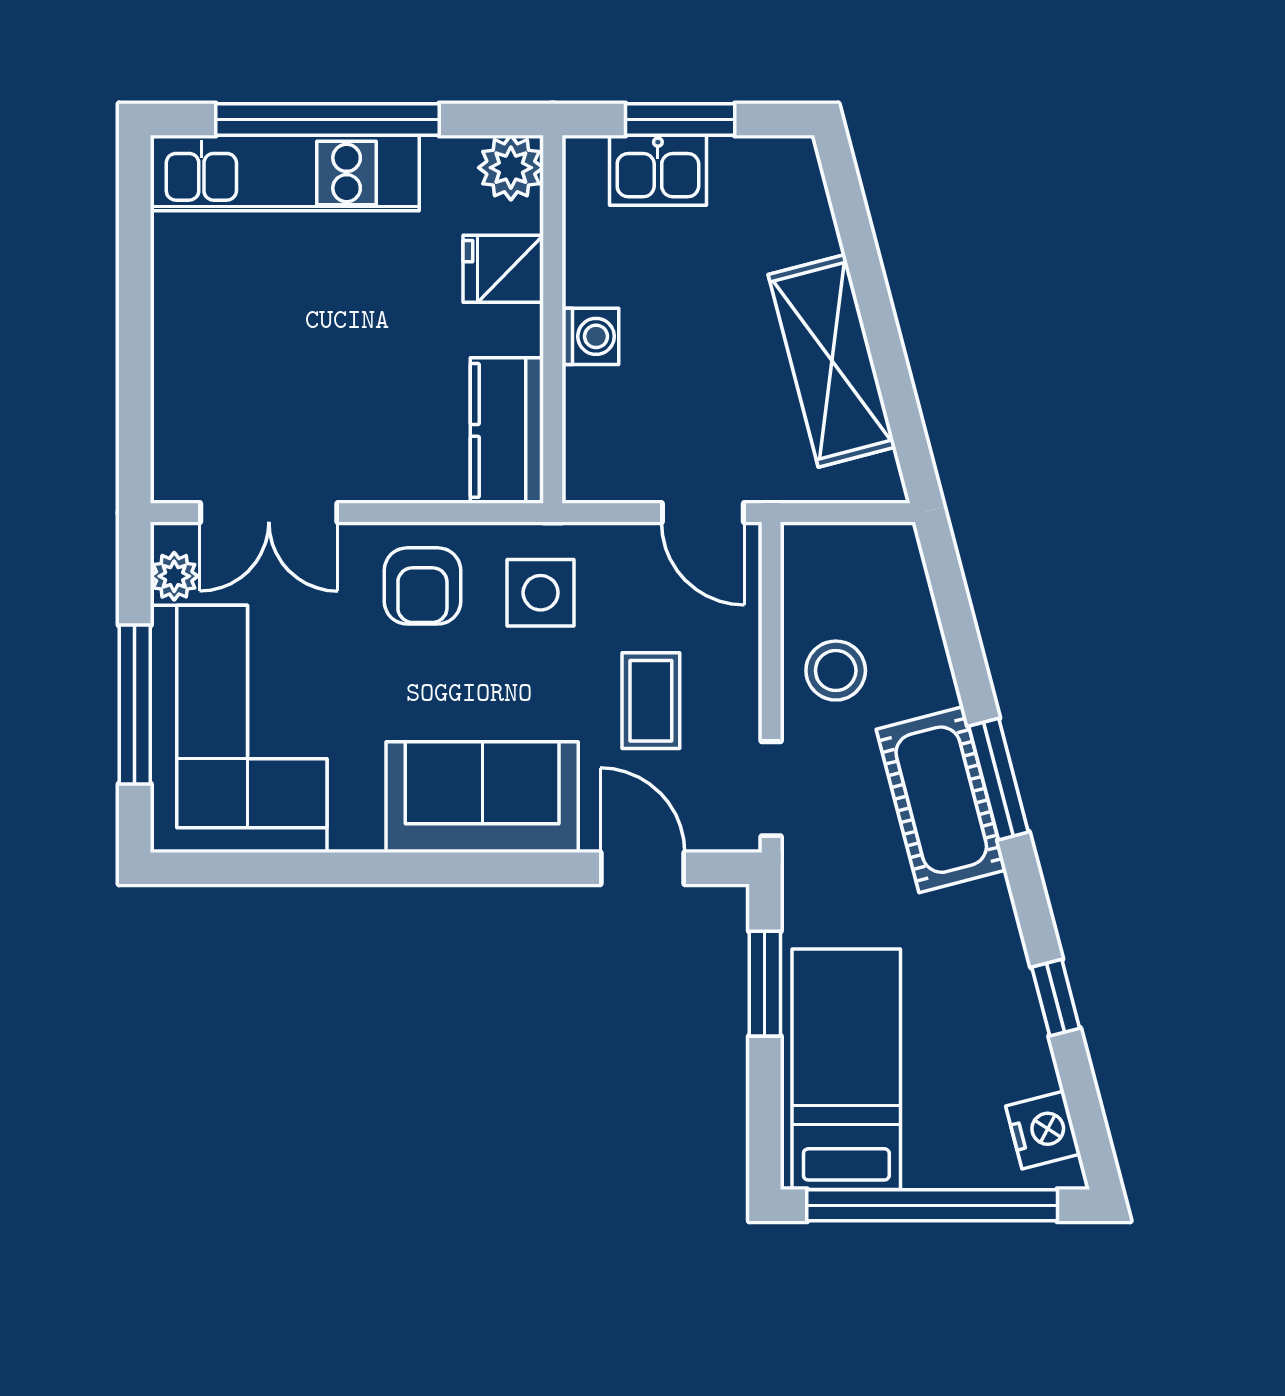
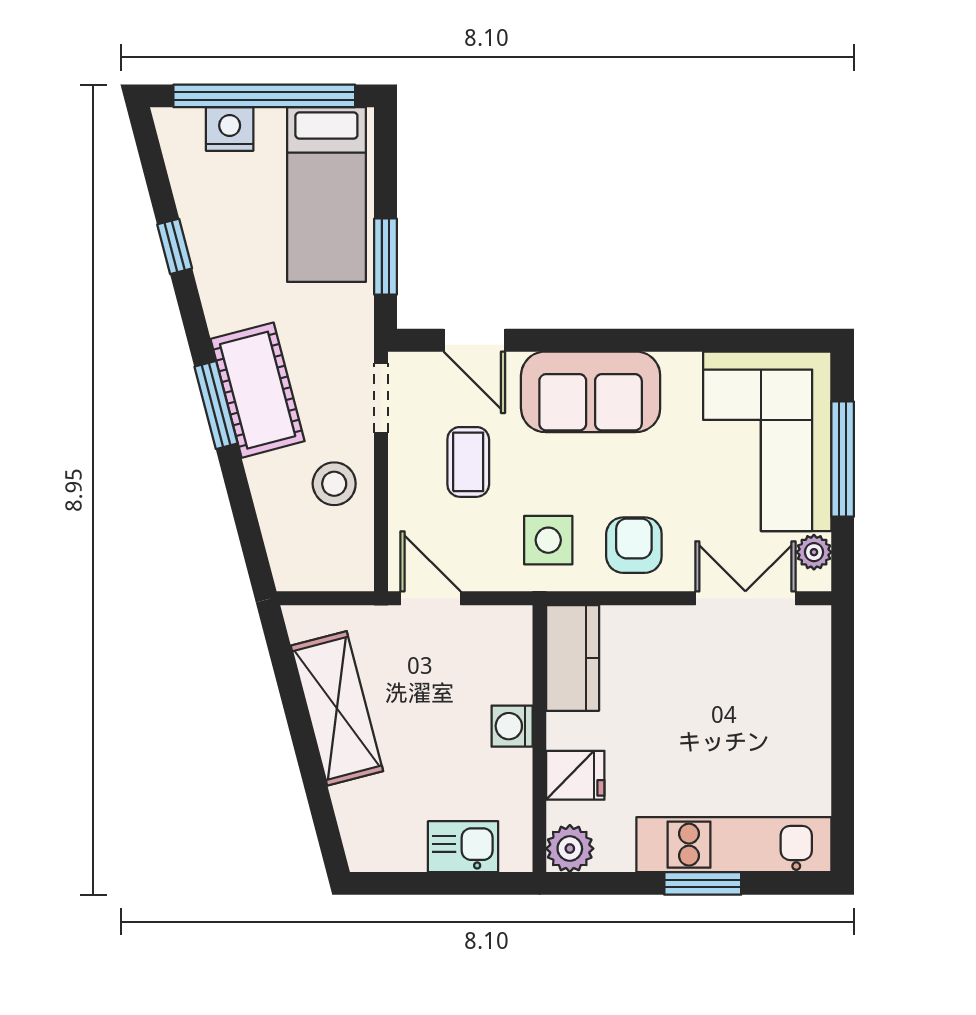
window: (327, 120) -> (703, 883), width x0.47
window: (680, 120) -> (447, 883), removed
nightstand: (1043, 1130) -> (230, 129), moved, turned 105

